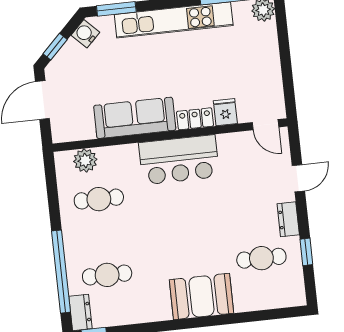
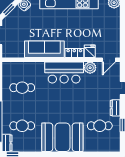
door: (265, 125) -> (109, 60), hinge flipped
plant: (85, 160) -> (90, 68), moved
booth: (201, 296) -> (62, 137), width x1.36, depth x1.42

